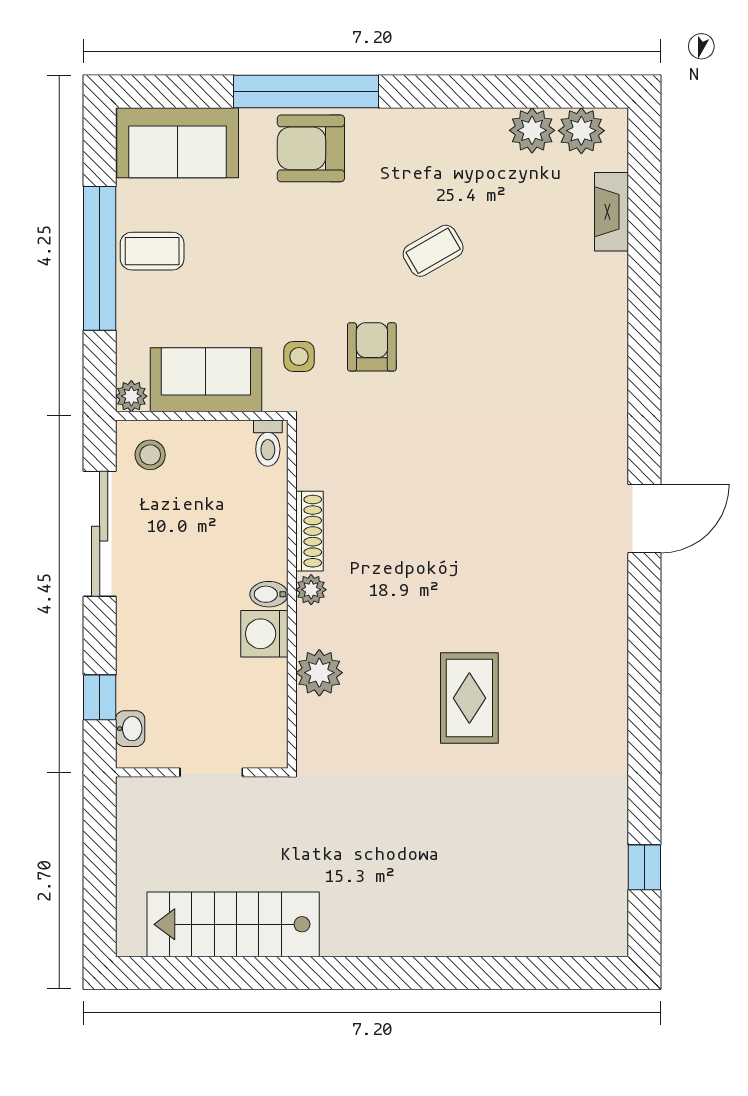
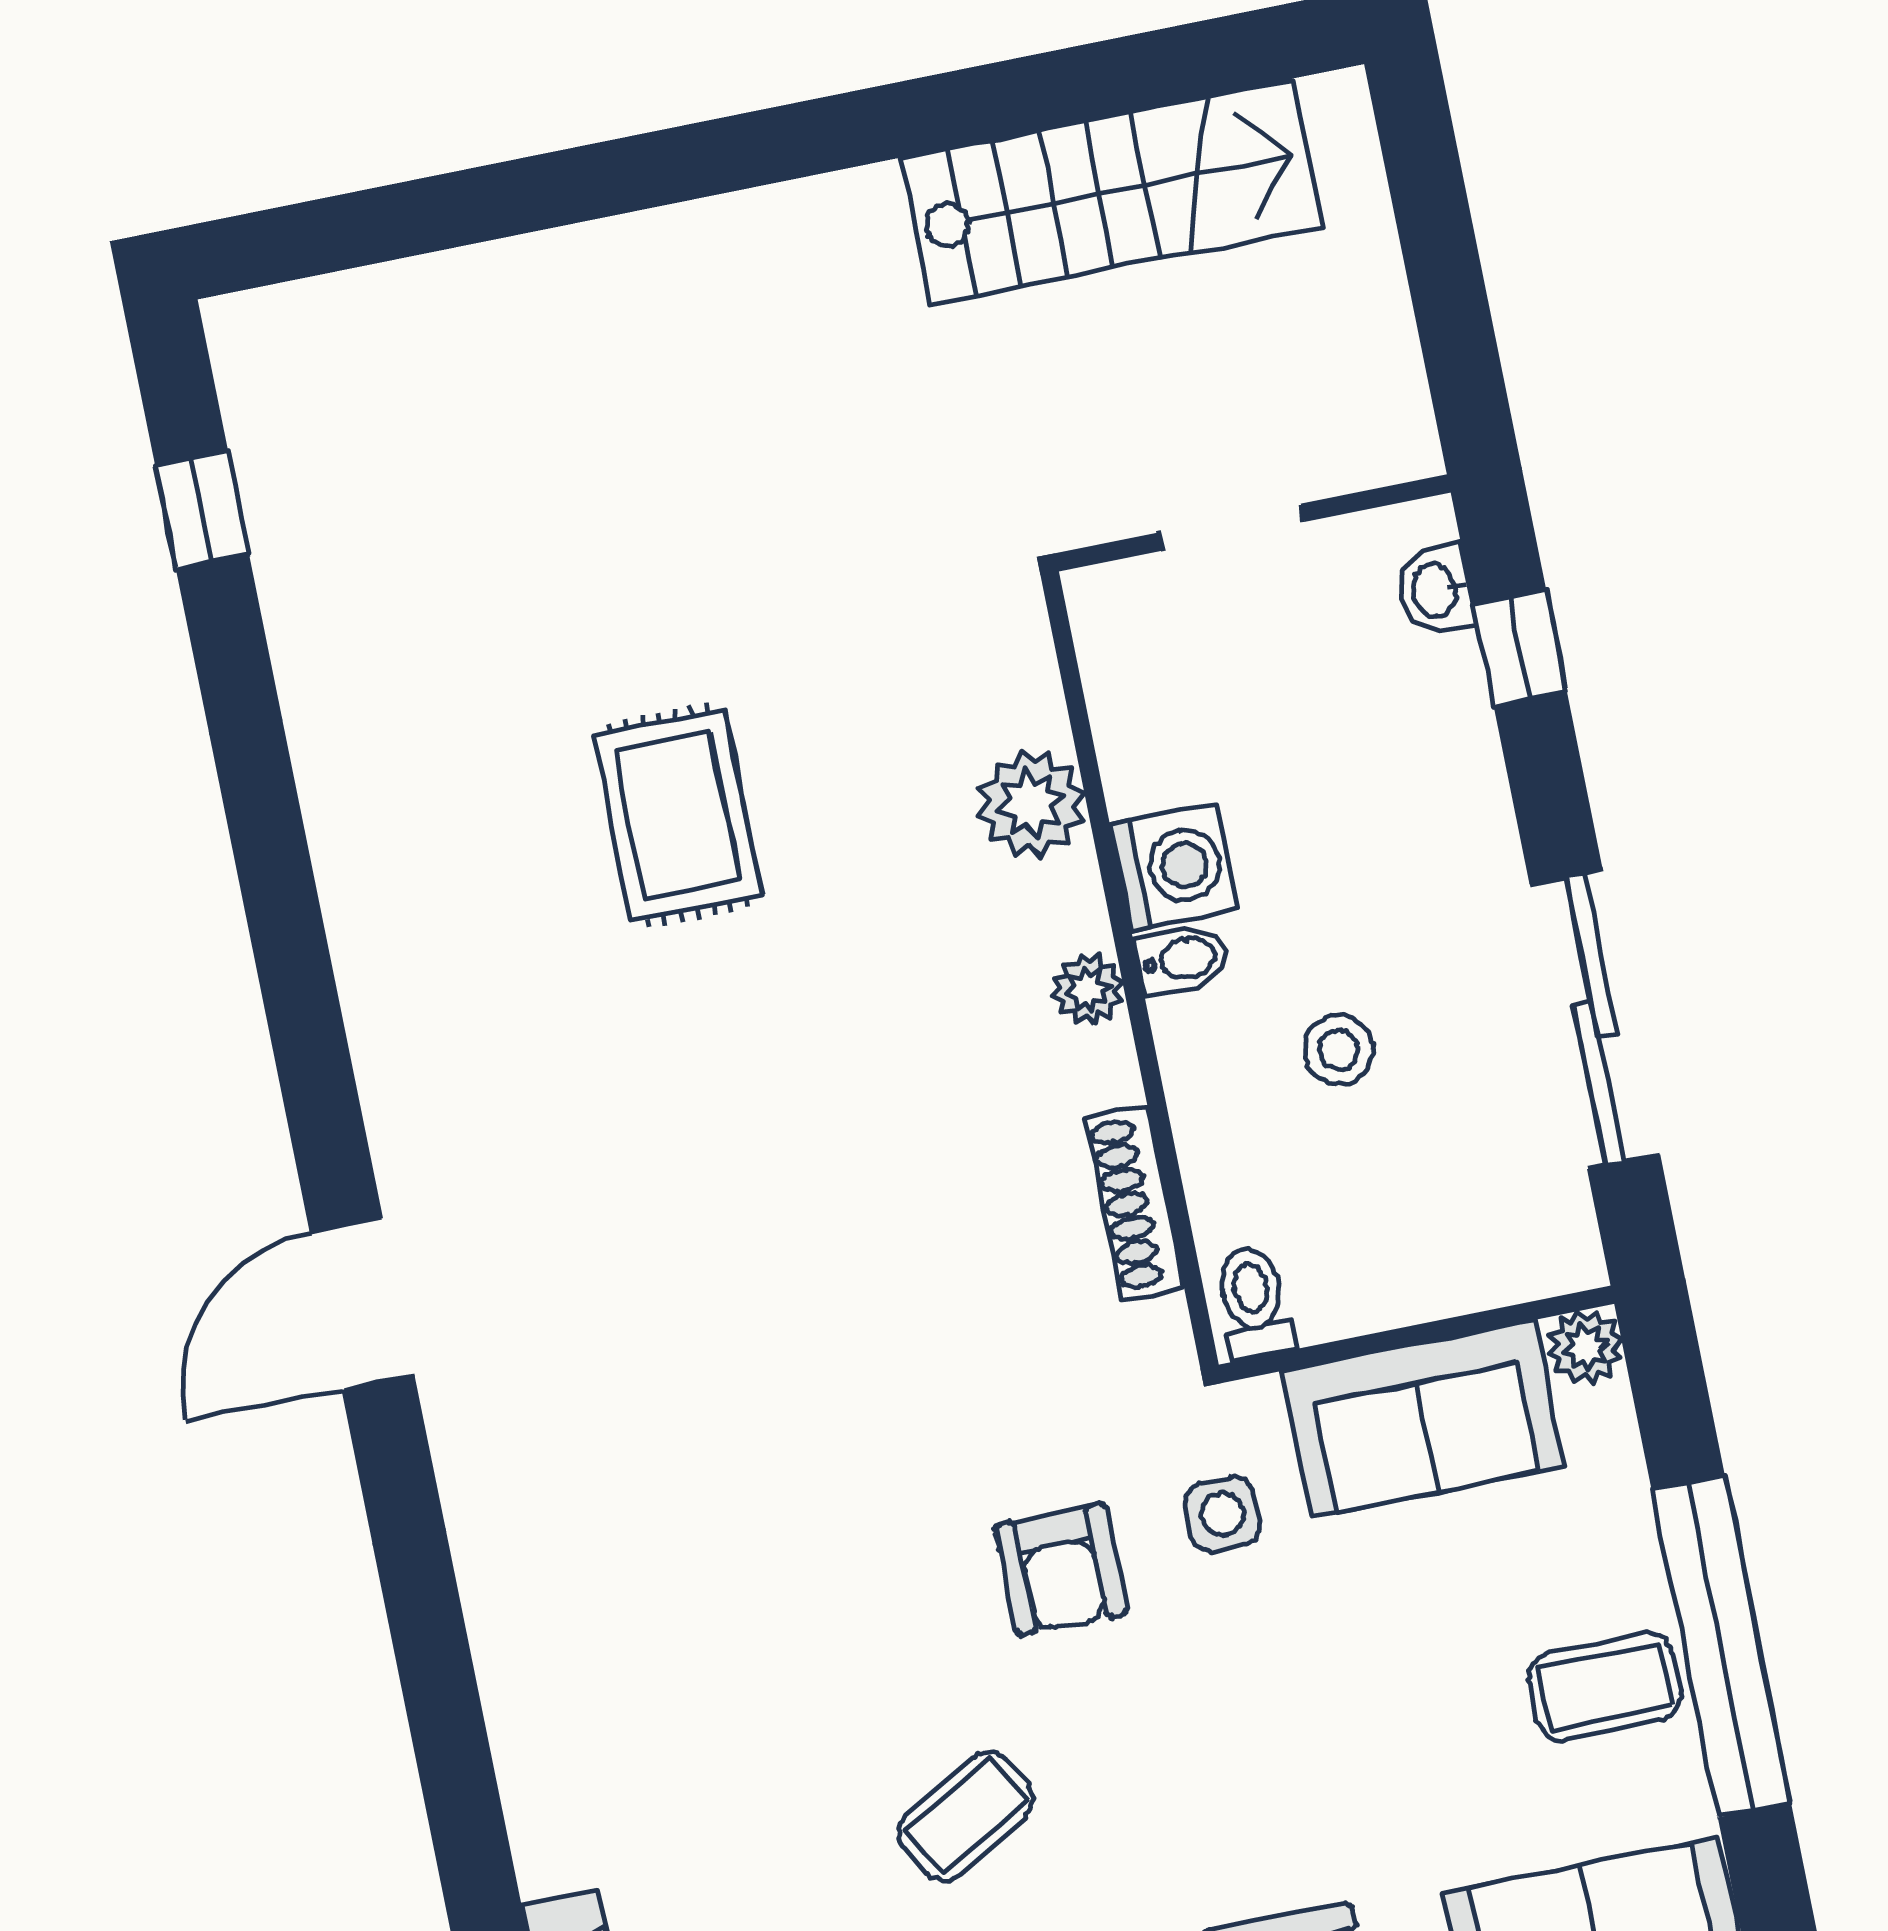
stool: (150, 455) -> (1338, 1050), moved
shoe rack: (309, 531) -> (1135, 1203), moved

